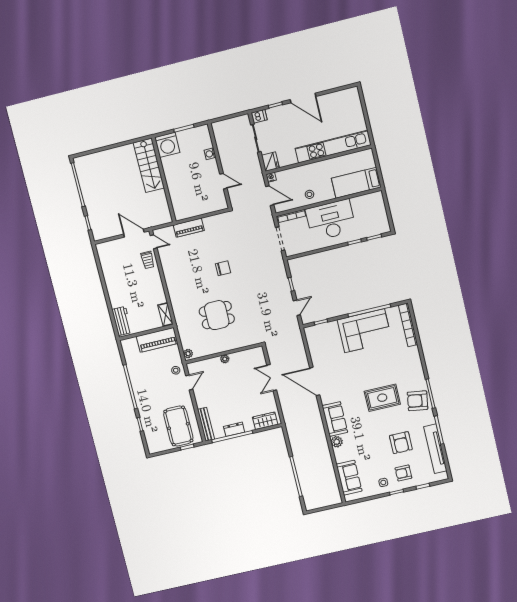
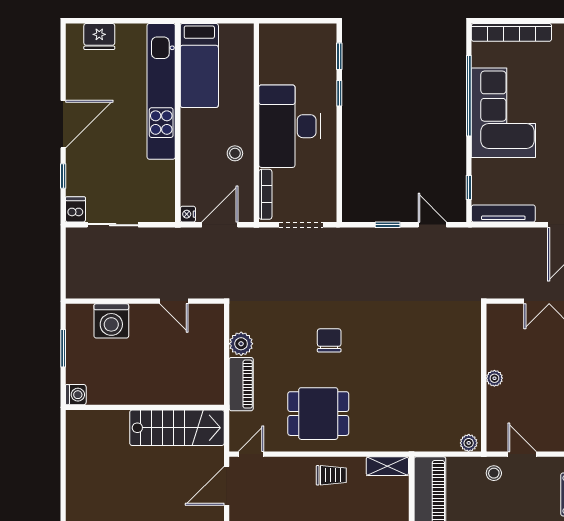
washing machine: (167, 145) -> (76, 395), width x0.53, depth x0.53
washing machine: (210, 154) -> (111, 321), width x1.89, depth x1.89
fridge: (270, 162) -> (99, 36), moved, turned 180
stairs: (149, 165) -> (177, 428), moved
door: (223, 181) -> (174, 301), swing flipped
bed: (356, 183) -> (199, 65), moved
plant: (210, 222) -> (241, 344), added
trolley: (148, 260) -> (331, 475), moved
dining table: (217, 315) -> (318, 414), moved, turned 90
tv unit: (312, 343) -> (503, 214), added

